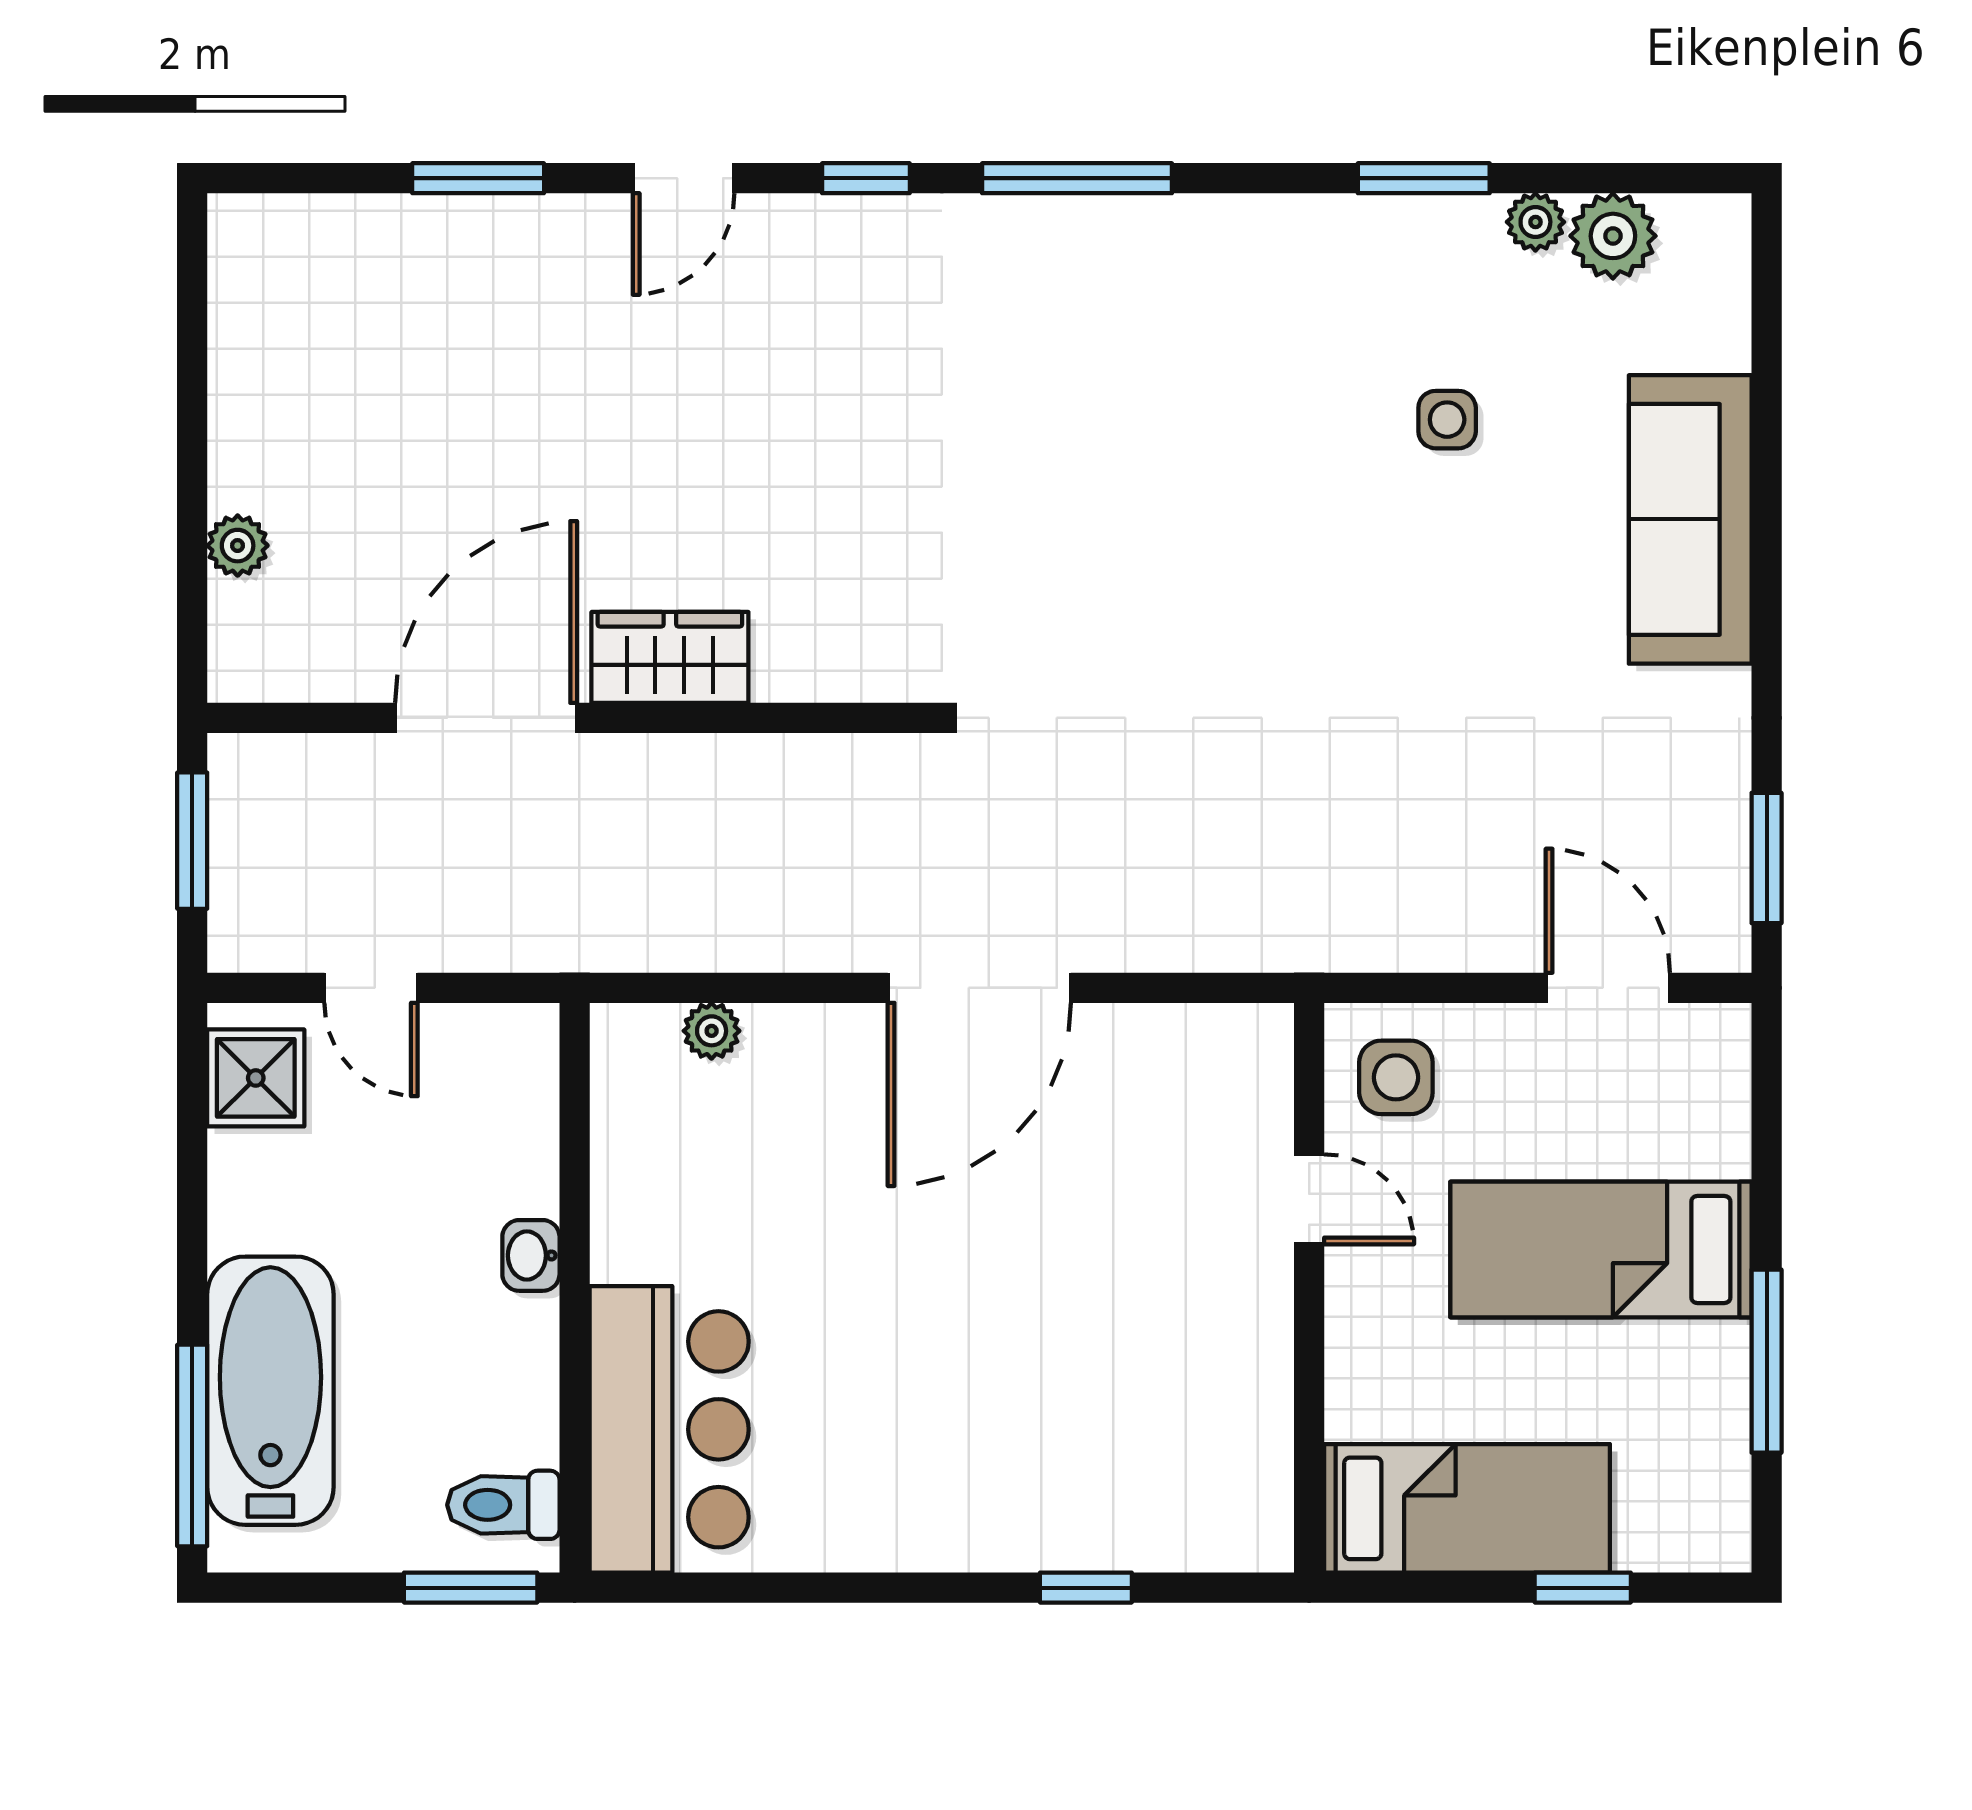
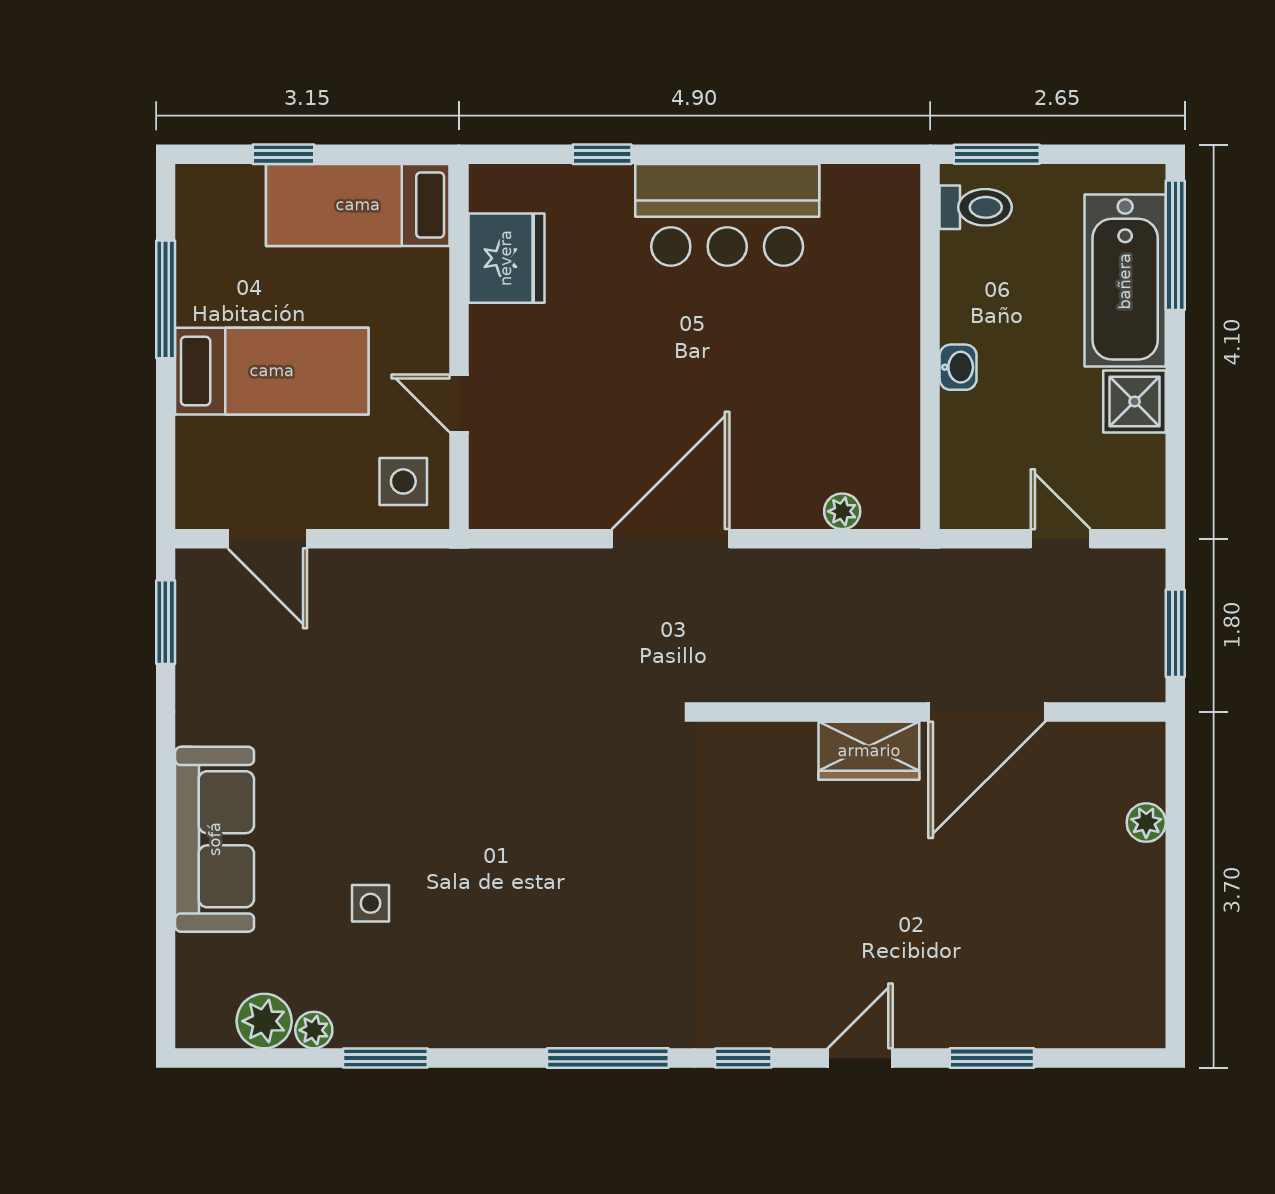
shower: (256, 1078) -> (1135, 402), moved
fridge: (1235, 1426) -> (506, 258), added
bar counter: (669, 1429) -> (727, 215), moved, turned -90

